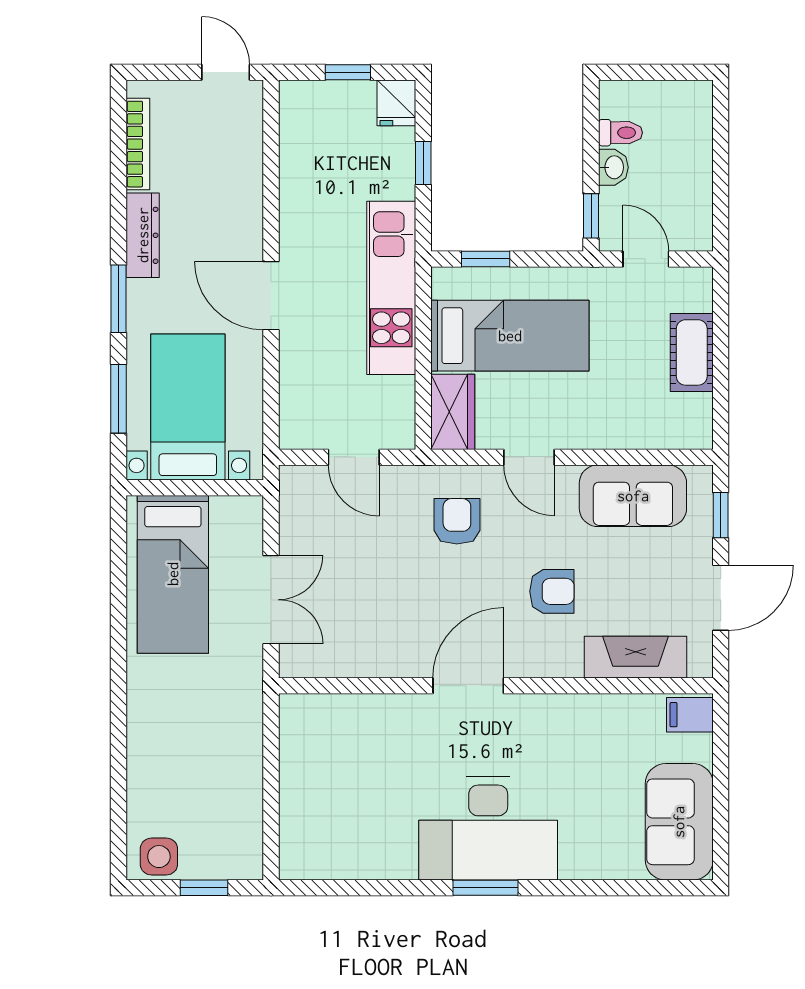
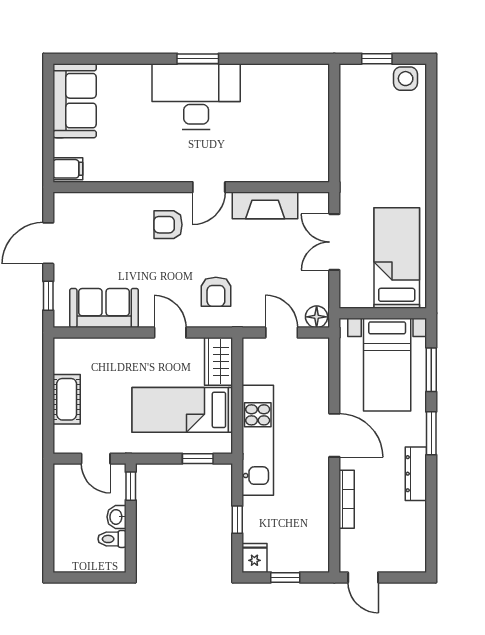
bookcase: (138, 144) -> (347, 499), moved, turned 180
floor lamp: (299, 482) -> (317, 317), added
armchair: (552, 591) -> (168, 225), moved
fireplace: (636, 657) -> (265, 205), moved
door: (468, 686) -> (209, 187), width x0.73

